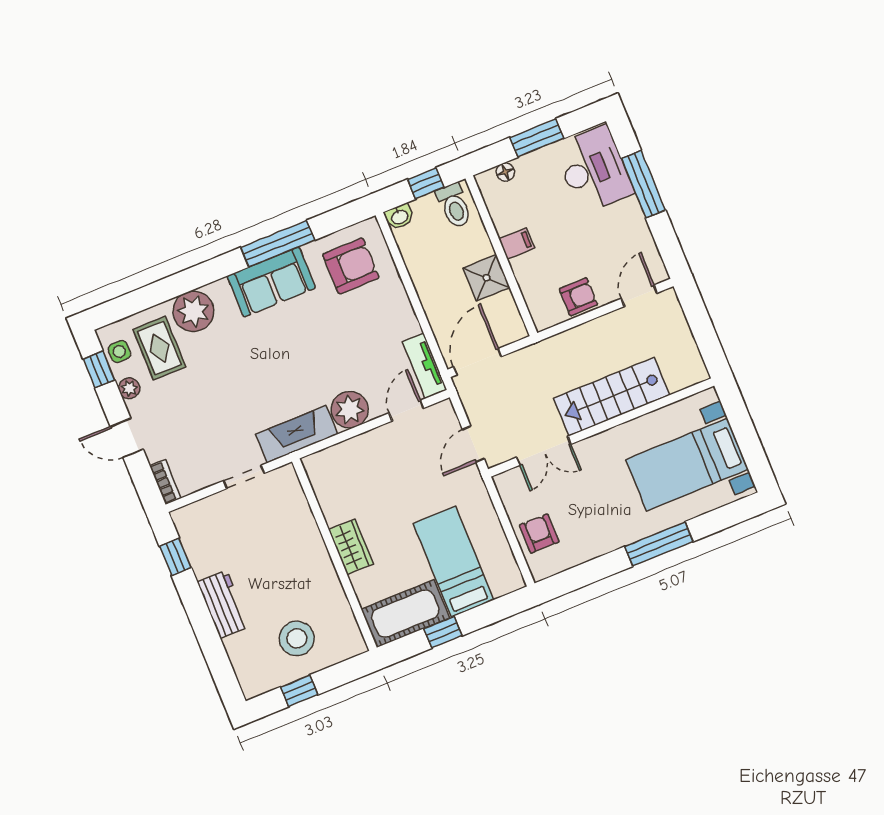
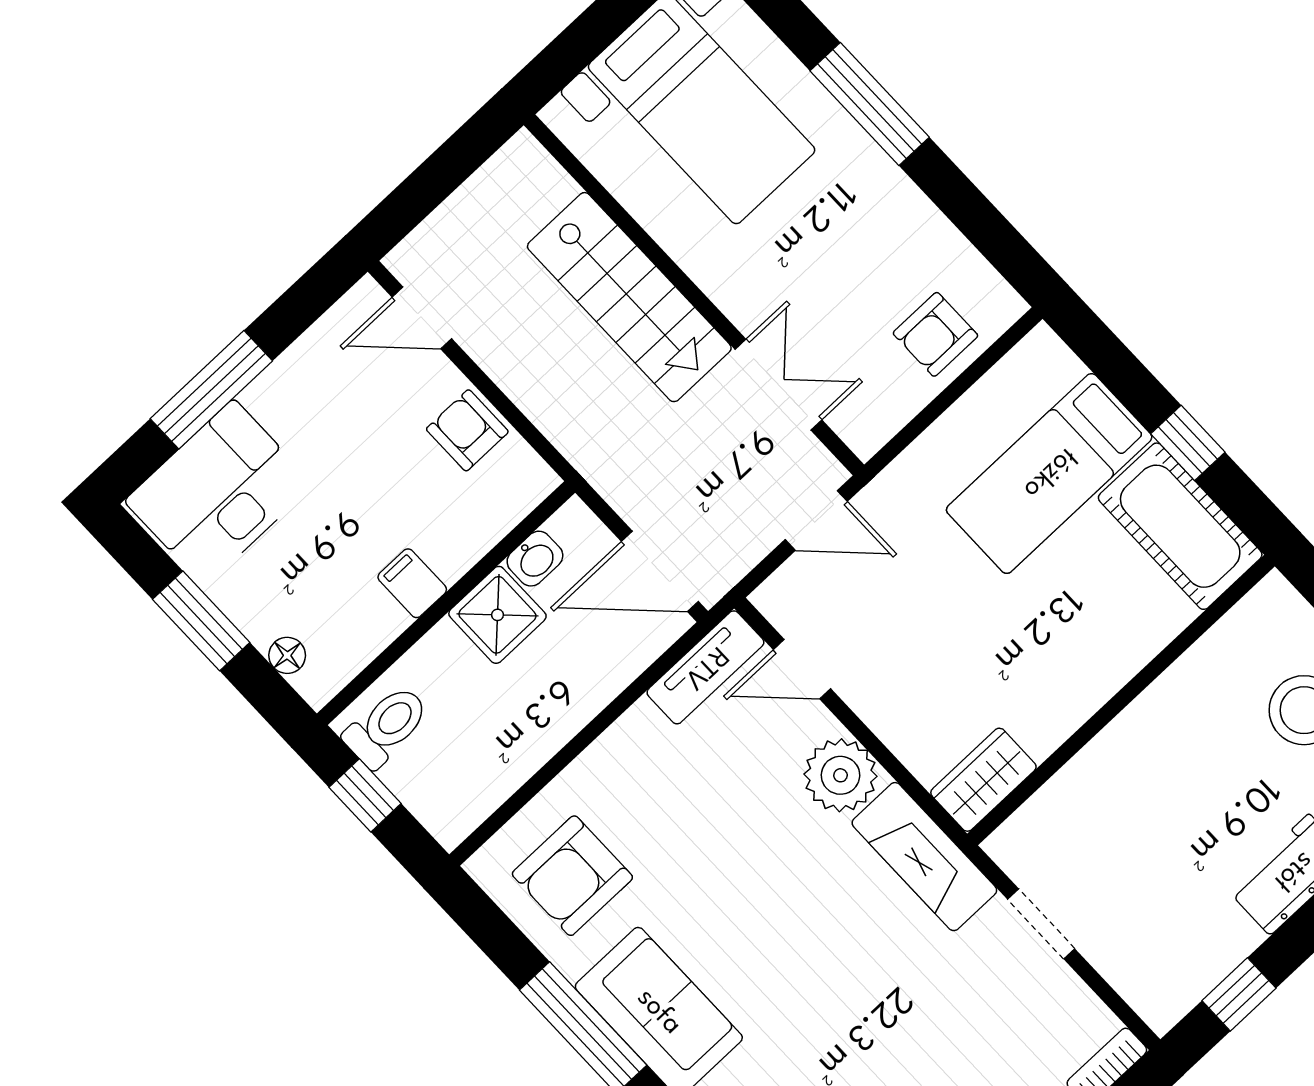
washbasin: (399, 217) -> (535, 559), moved, turned 90
armchair: (351, 266) -> (572, 876), turned -90
wardrobe: (351, 547) -> (983, 780), moved

